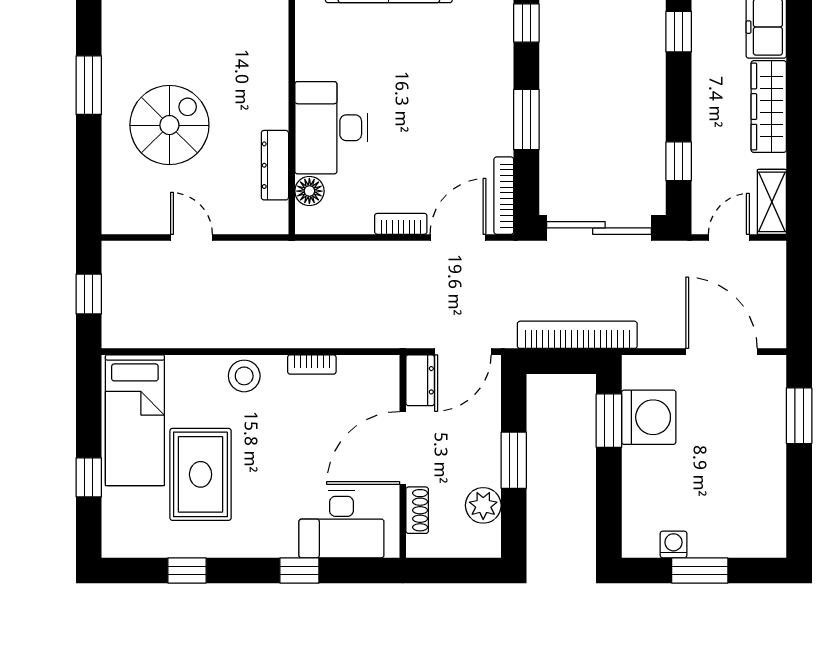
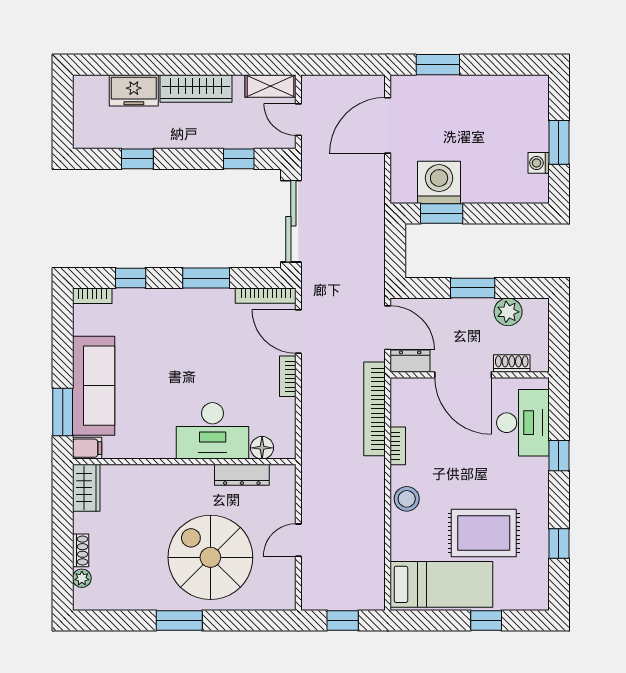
spiral stairs: (169, 125) -> (210, 557), width x1.37, depth x1.37
bookcase: (577, 335) -> (375, 409), moved

